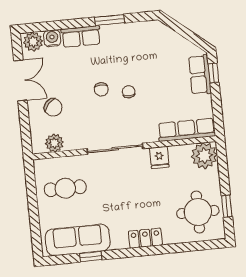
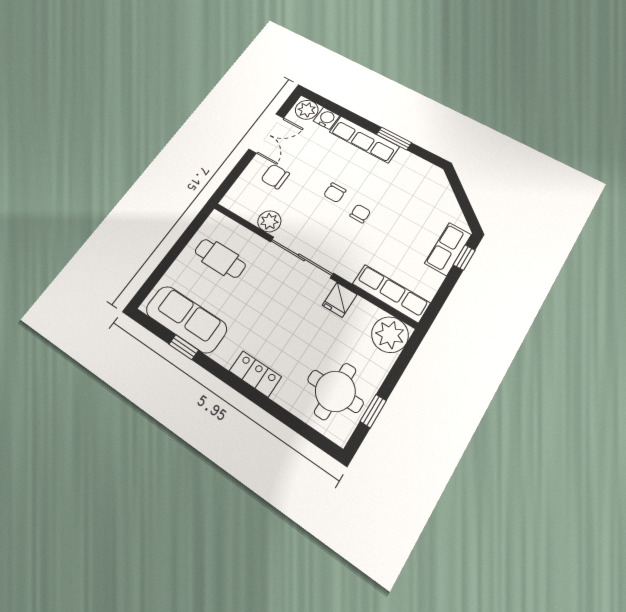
row of seats: (81, 36) -> (364, 139), width x1.48
chair: (53, 107) -> (275, 176), turned 137
plant: (54, 143) -> (269, 221), moved

